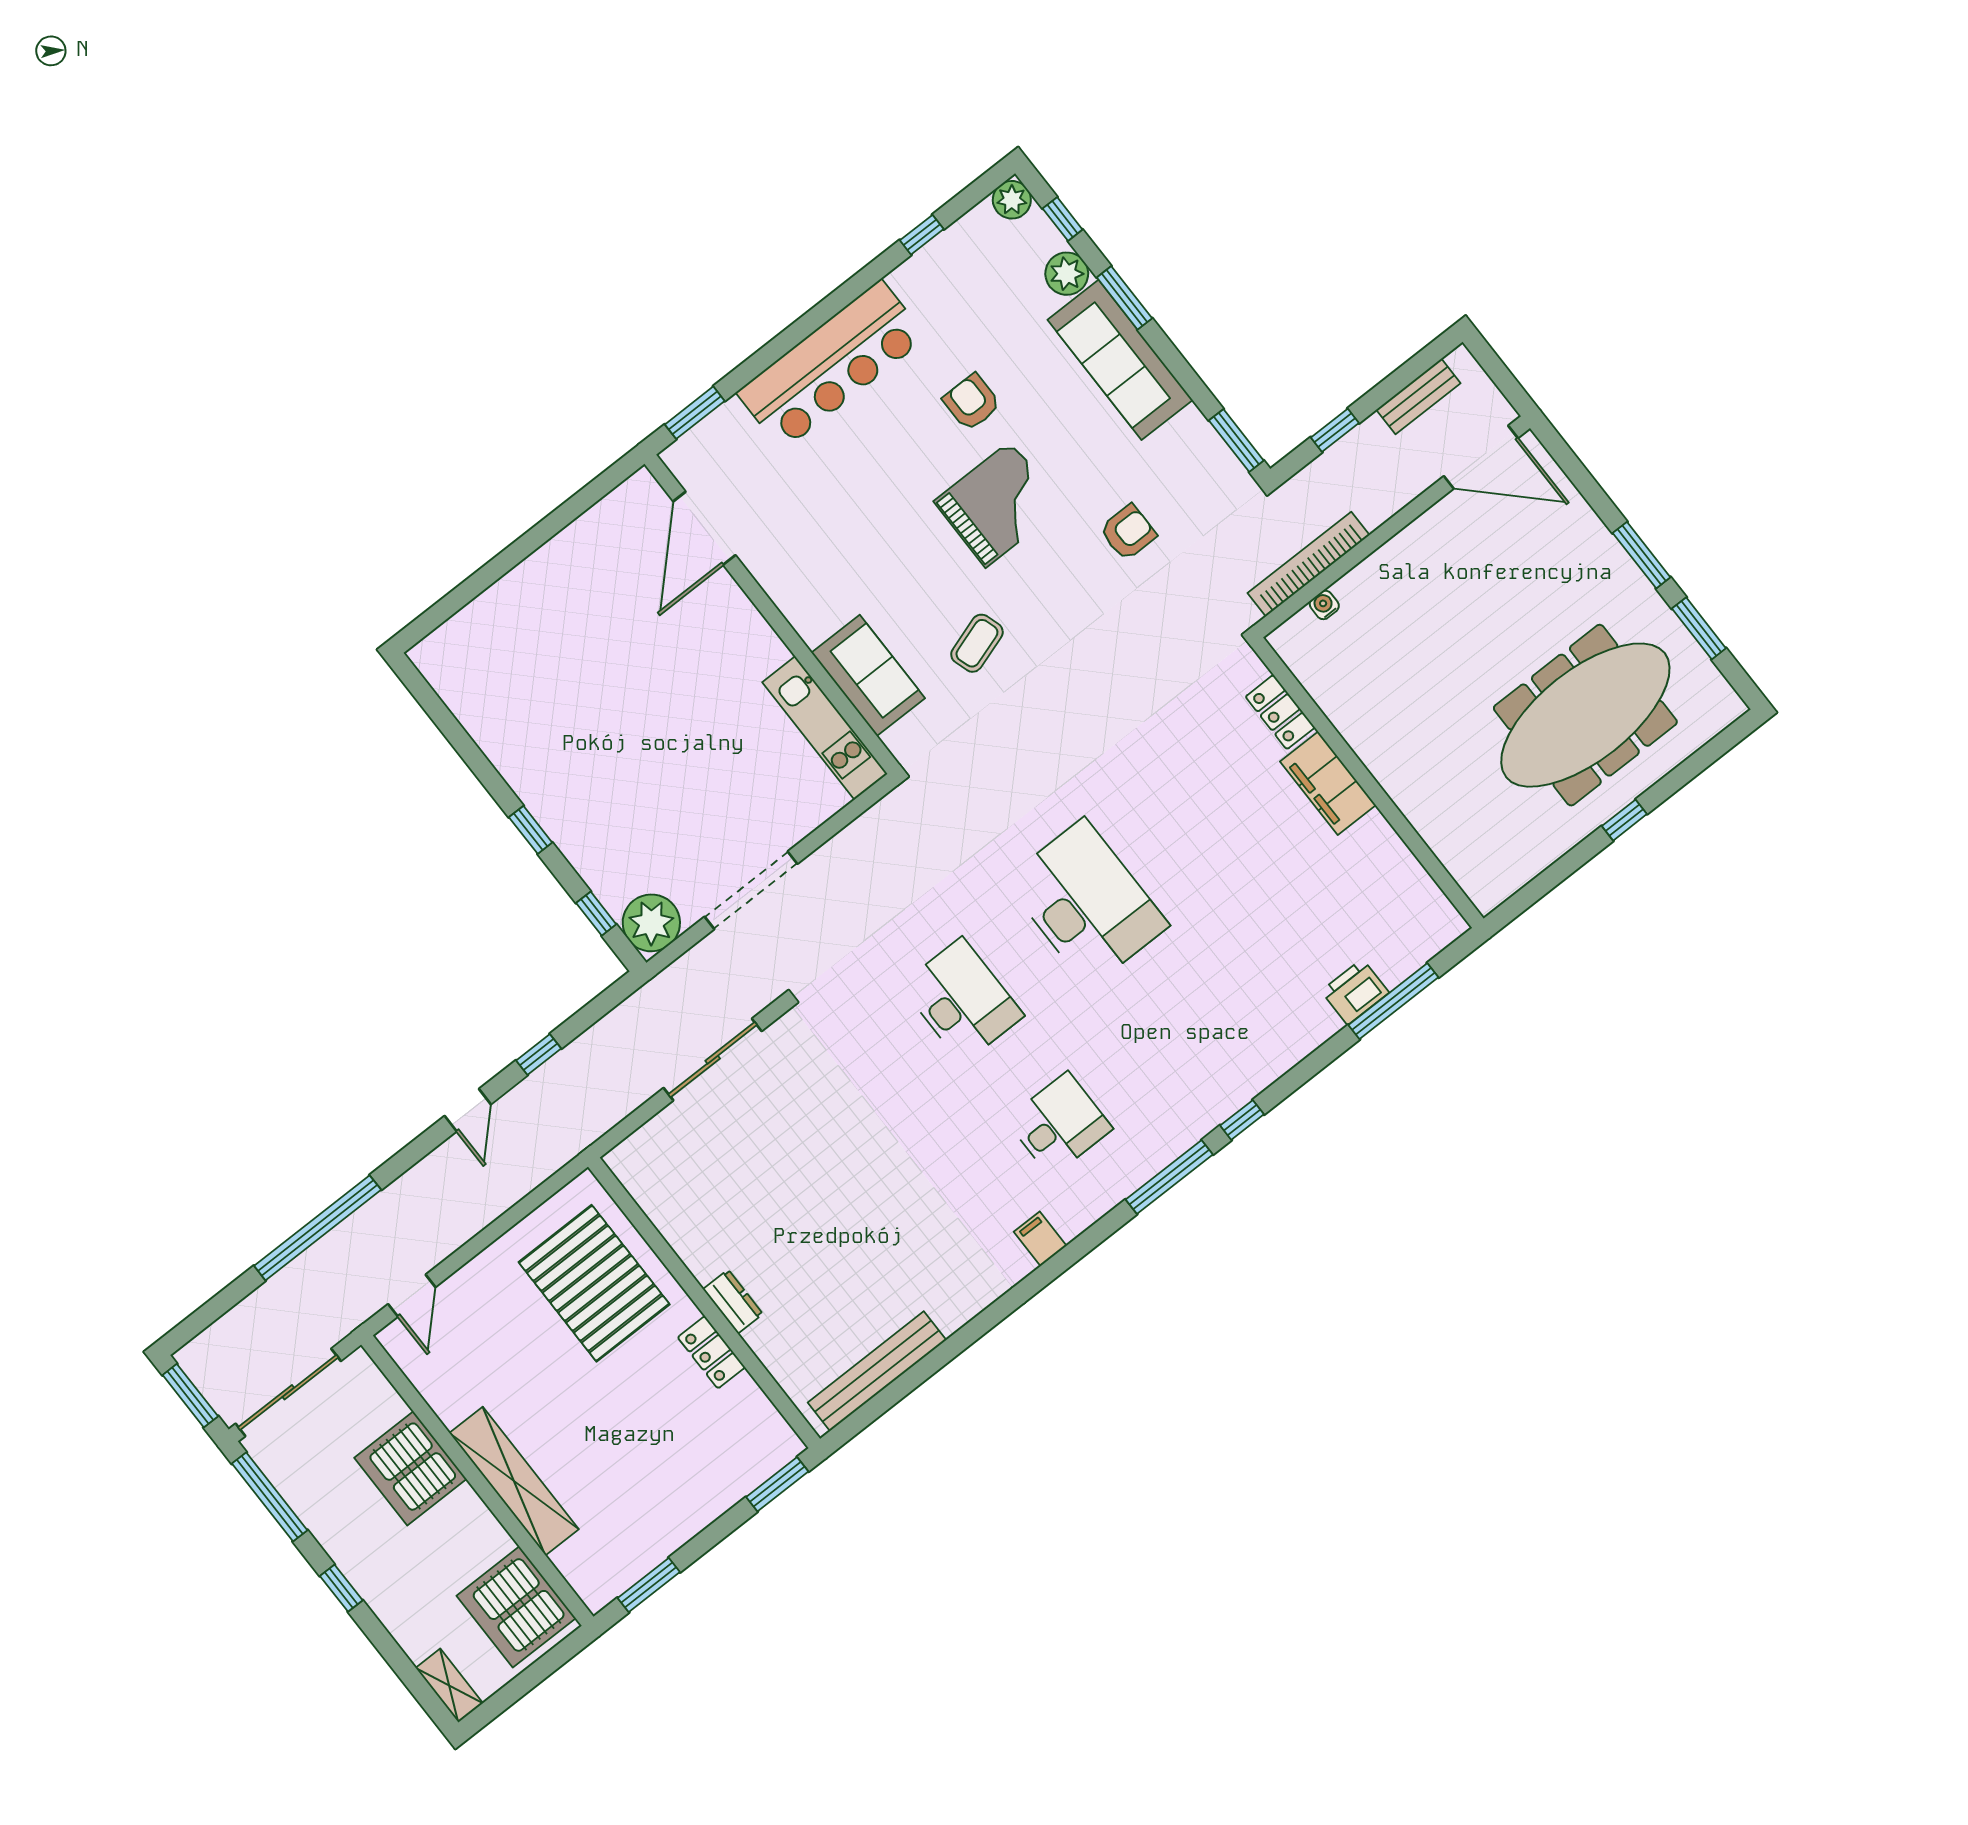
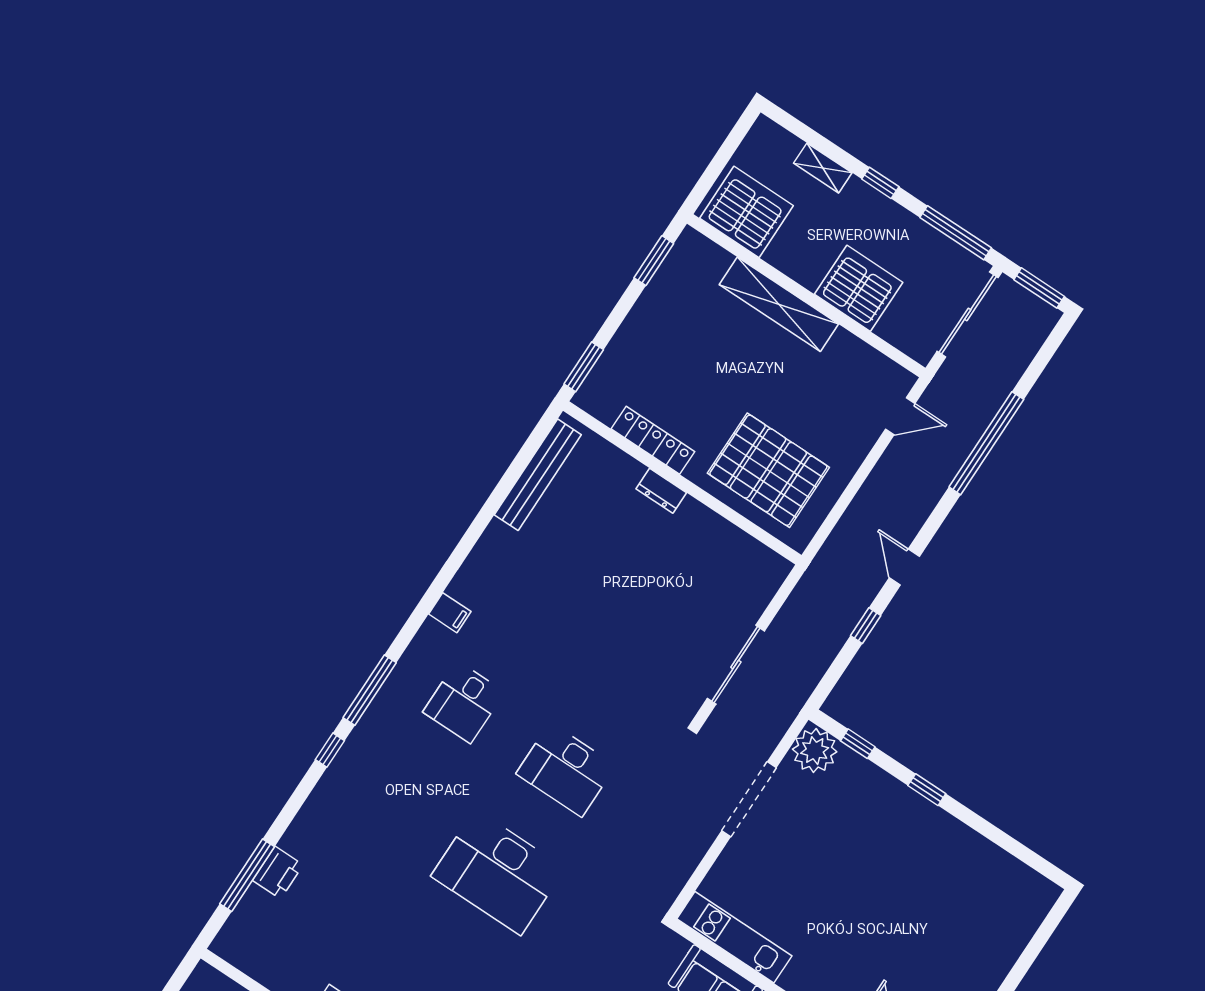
door: (412, 1296) -> (900, 416), swing flipped
locker: (711, 1352) -> (653, 440), width x1.53
shelving: (449, 1686) -> (823, 168), moved

